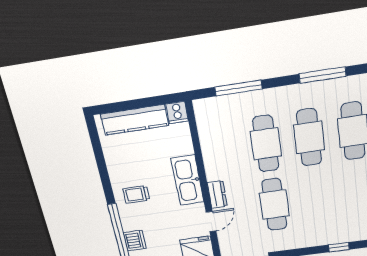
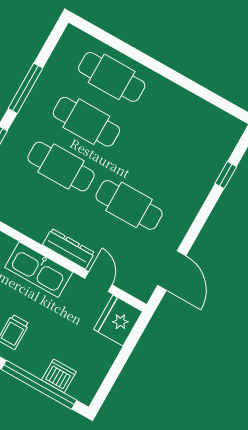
window: (323, 75) -> (25, 88), moved
dresser: (217, 194) -> (69, 249), width x1.44

